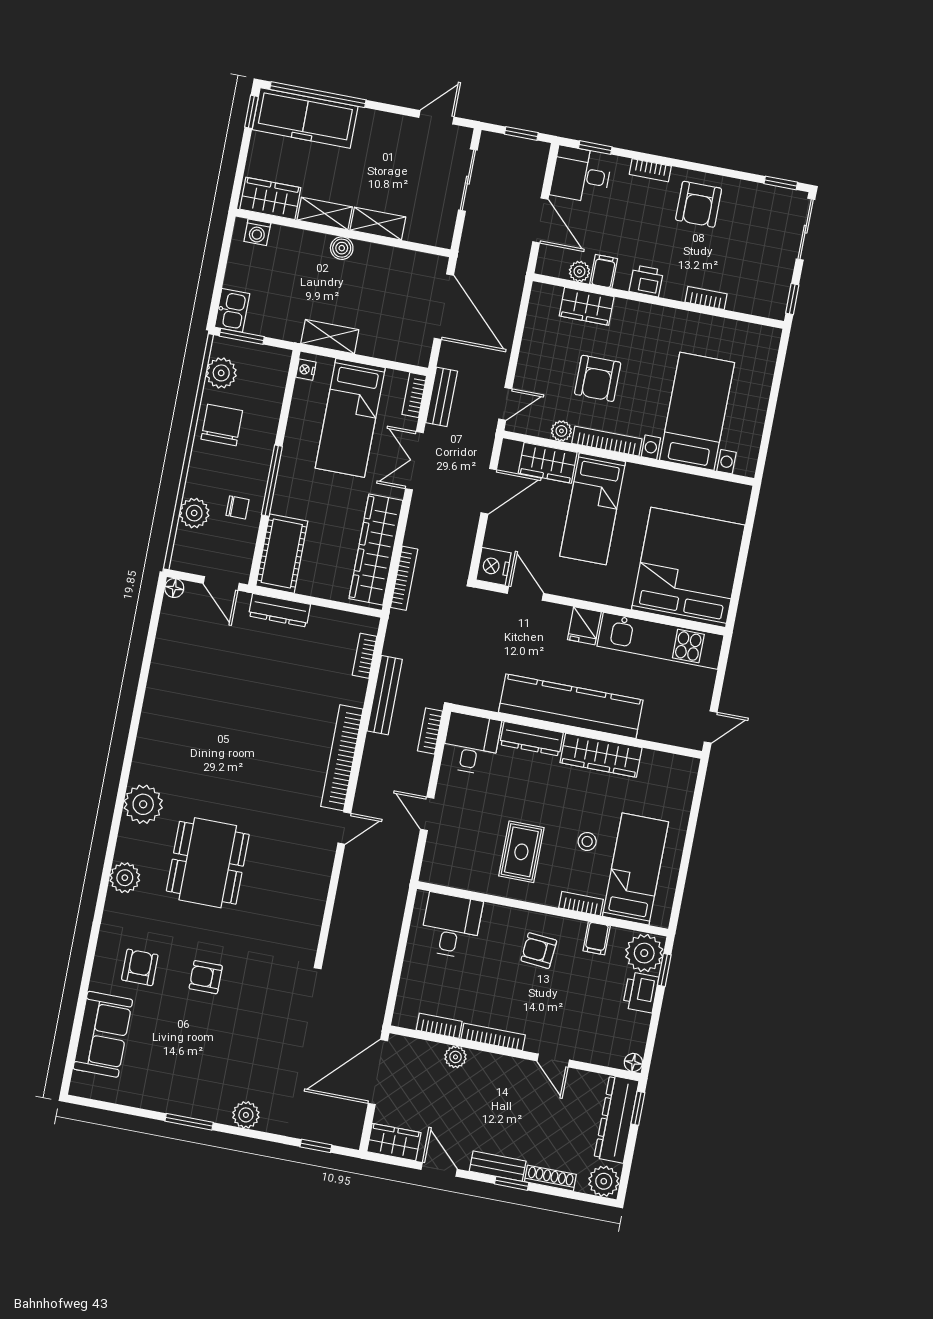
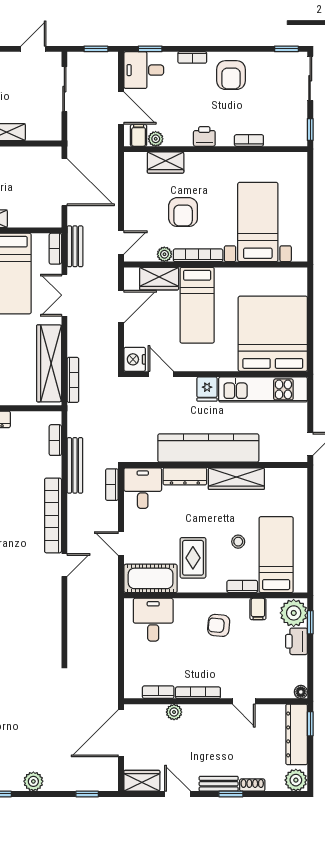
filing cabinet: (604, 271) -> (139, 135), moved
cot: (458, 869) -> (151, 578), added
shoe rack: (550, 1178) -> (252, 785), width x0.70

